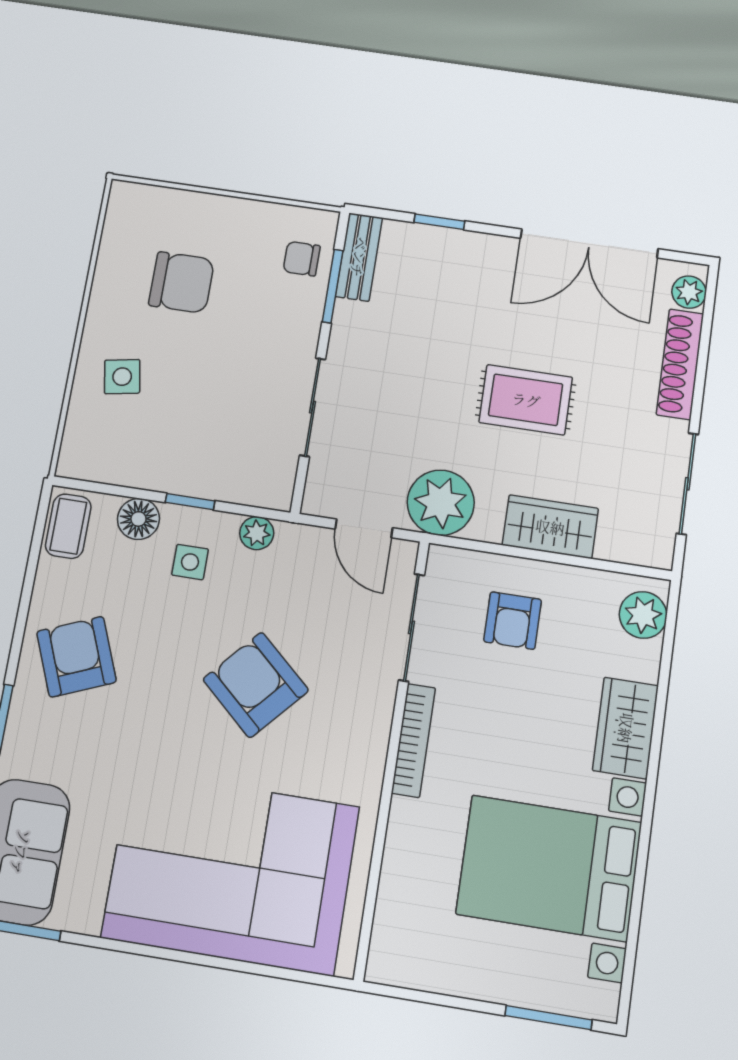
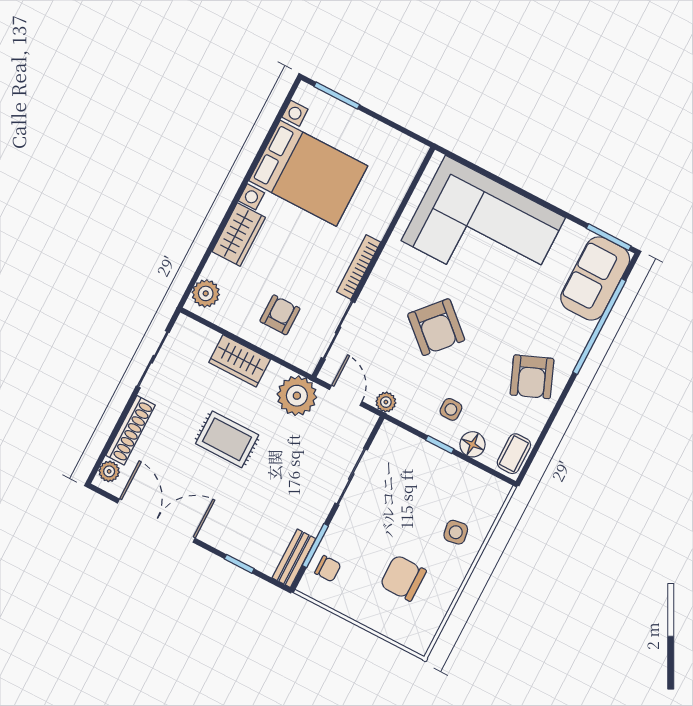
plant: (257, 533) -> (386, 402), moved

